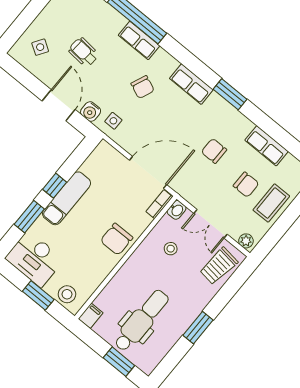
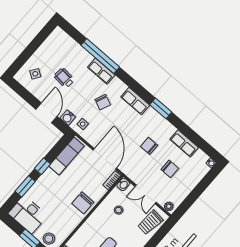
door: (148, 172) -> (105, 159), hinge flipped
exam couch: (67, 198) -> (67, 156), moved
coffee table: (271, 203) -> (186, 182), removed

